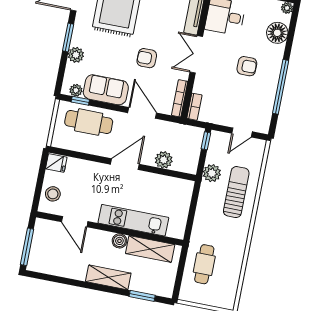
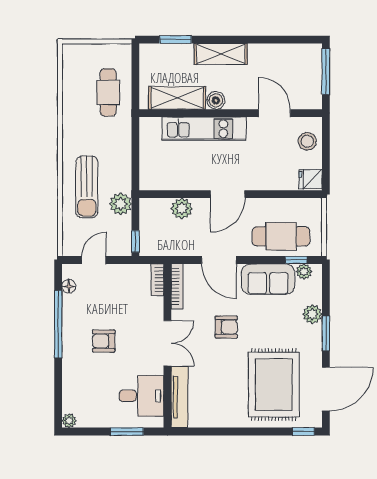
floor lamp: (277, 33) -> (69, 286), moved, width x0.53, depth x0.53

